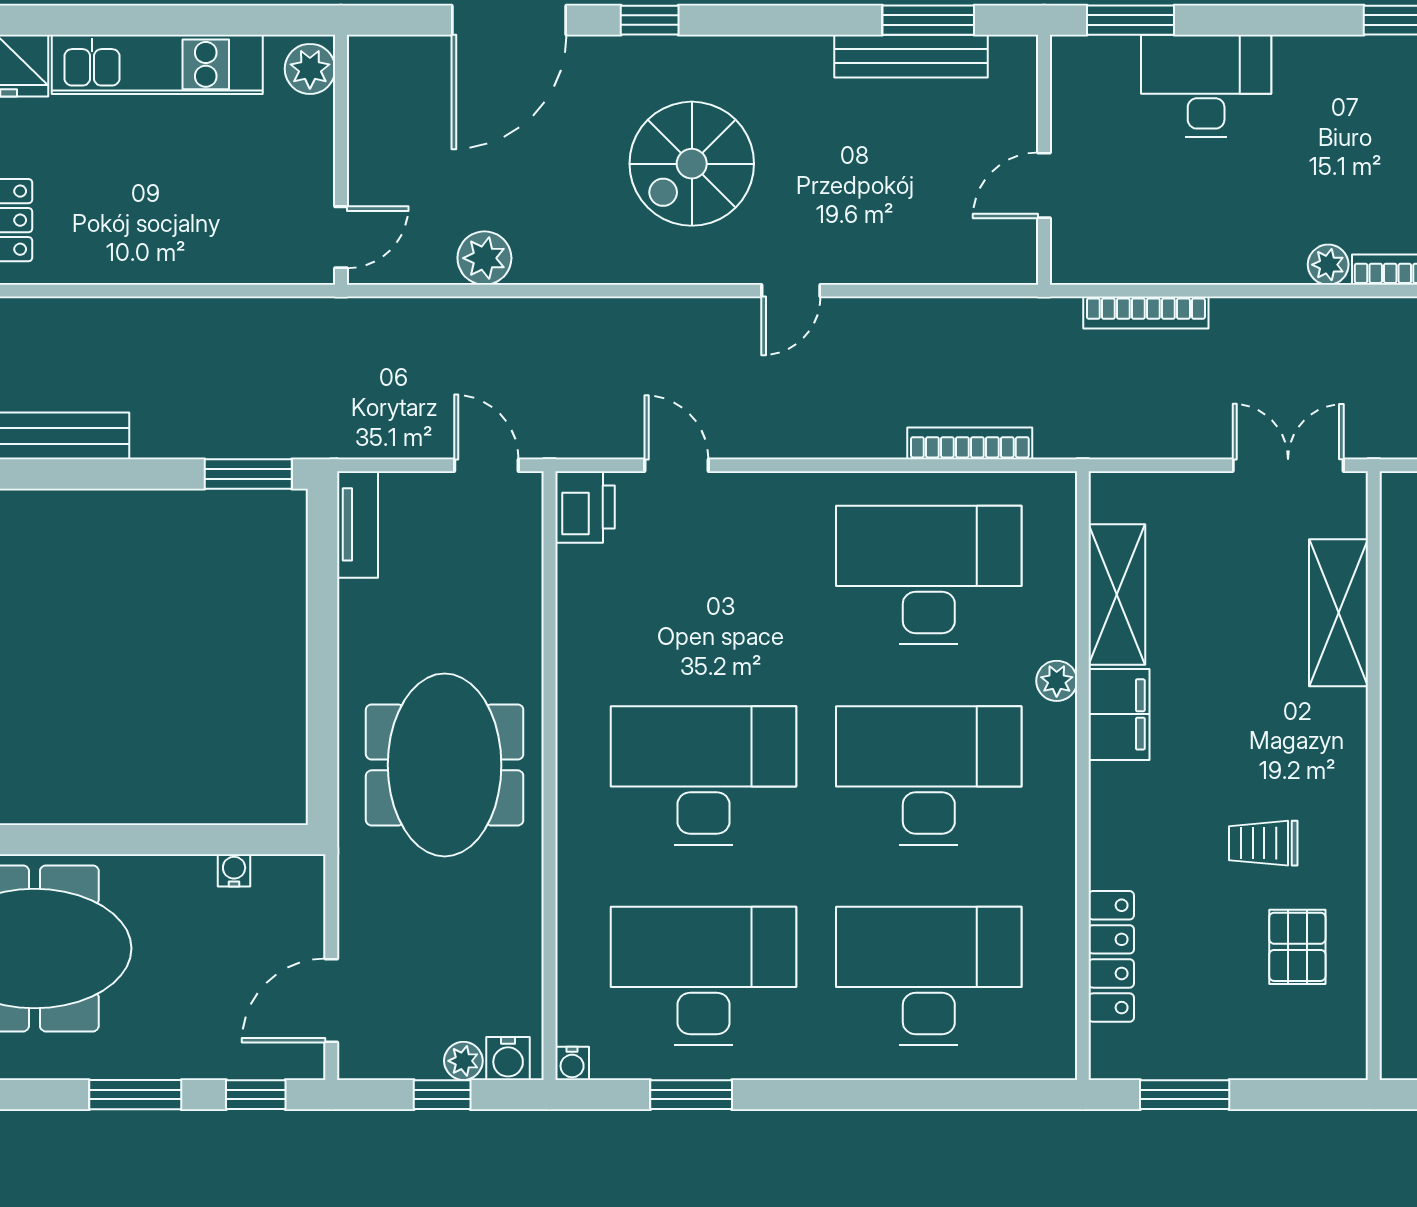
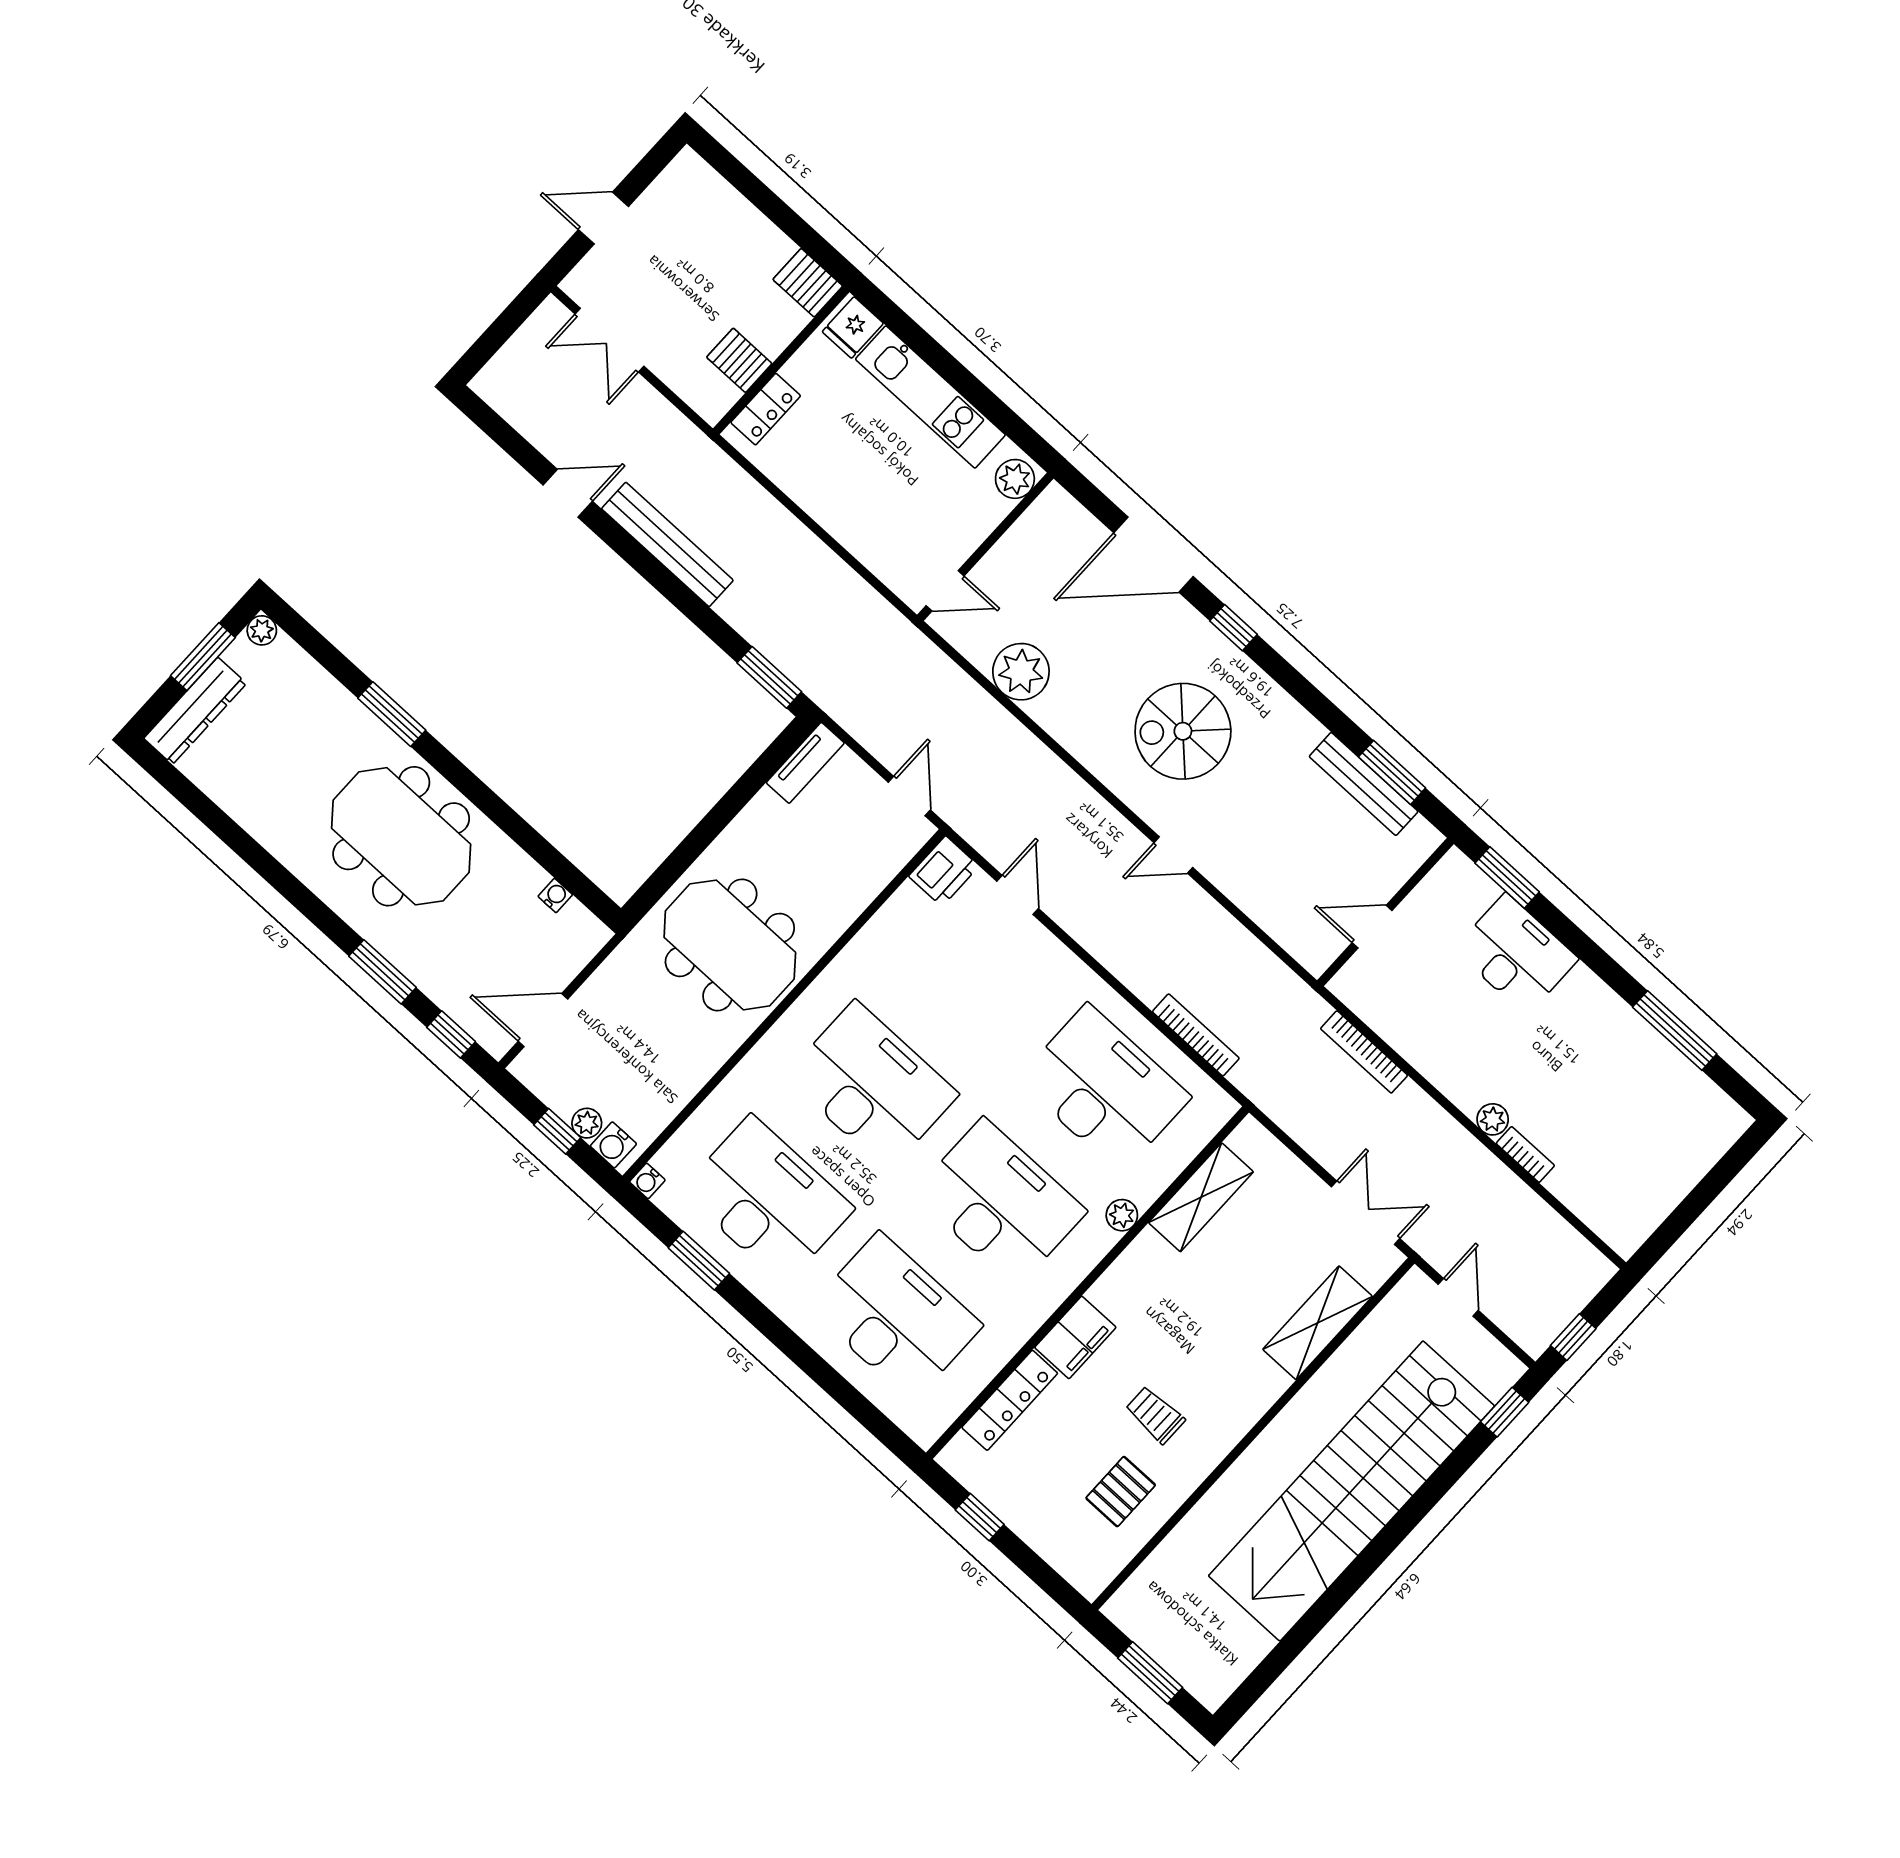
plant: (484, 258) -> (1021, 672), width x1.36, depth x1.36
filing cabinet: (1119, 714) -> (1075, 1337), moved
meeting table: (445, 765) -> (730, 945), turned 90
window: (1185, 1095) -> (980, 1517), width x0.67

